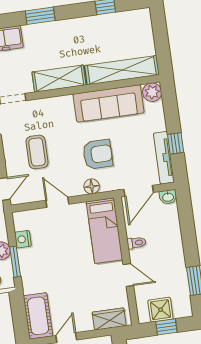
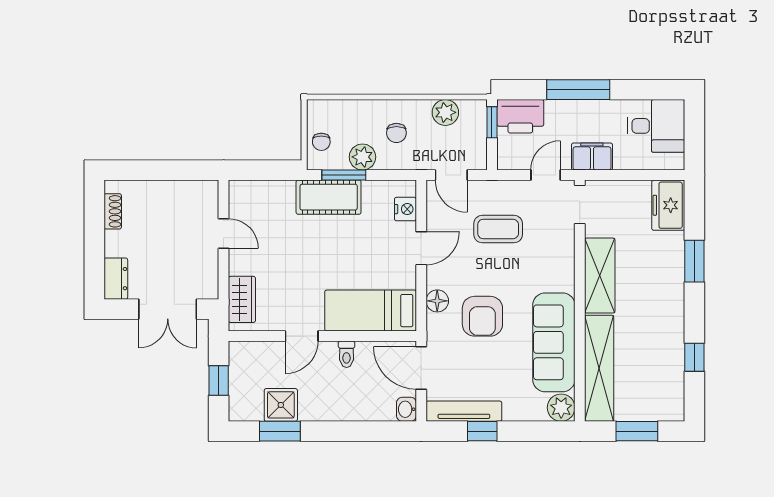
window: (161, 39) -> (637, 431), added
nightstand: (23, 239) -> (405, 209), moved, turned 90
shower: (160, 310) -> (281, 405), moved
cot: (38, 316) -> (329, 197), moved

